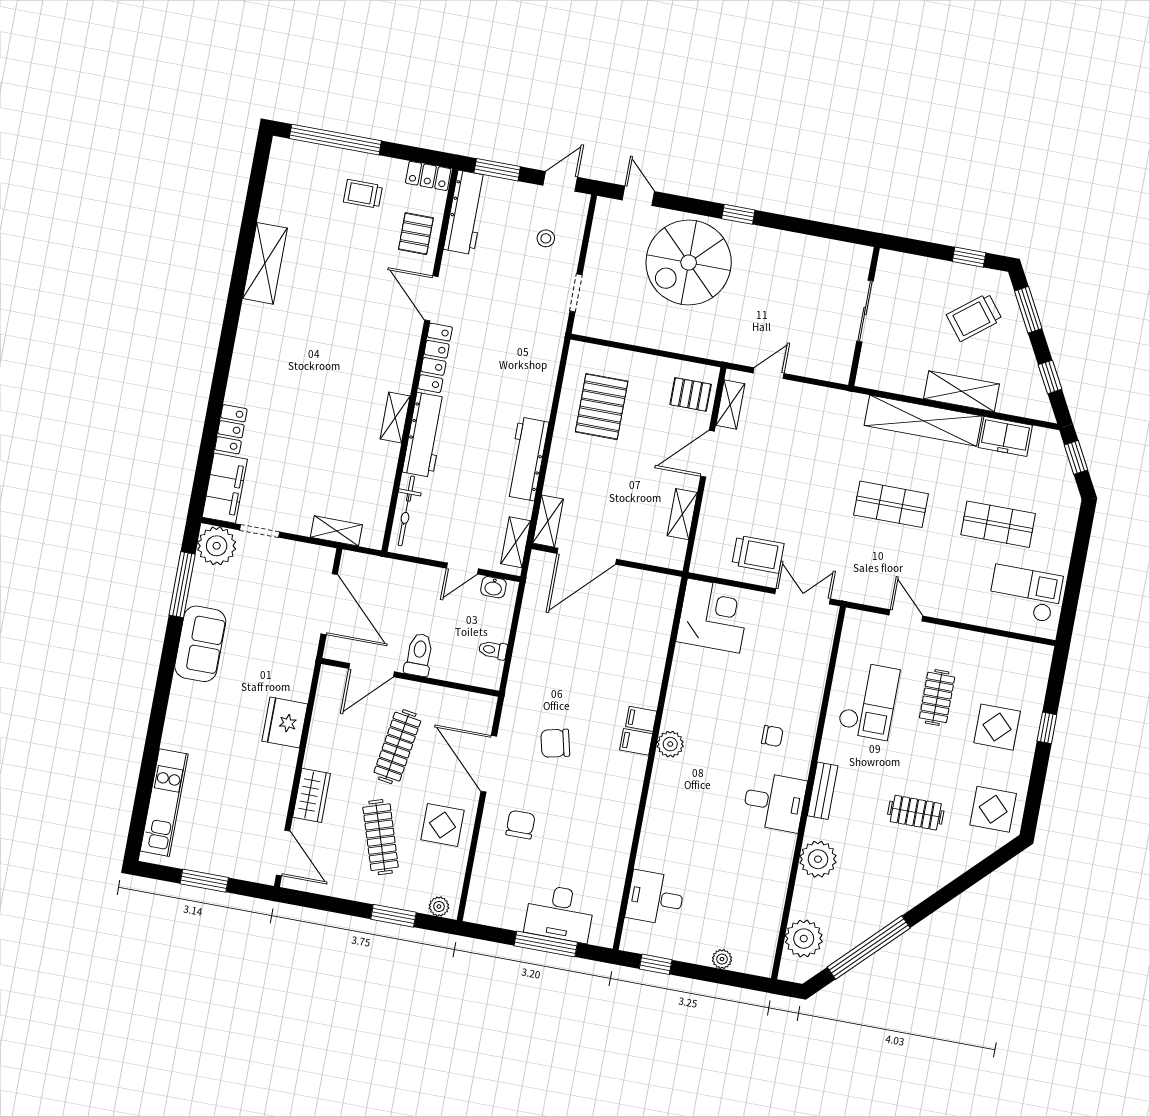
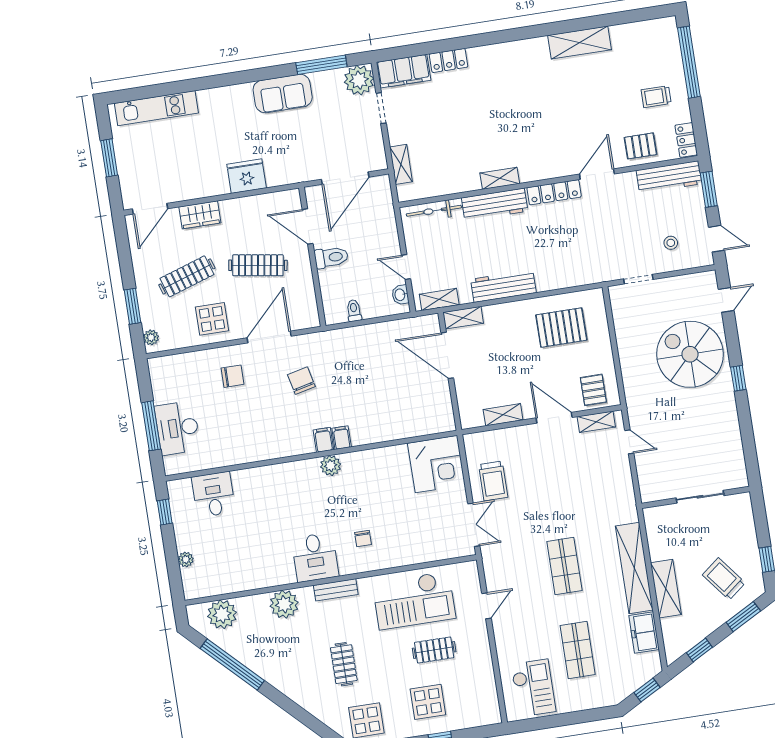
trolley: (363, 194) -> (656, 97), turned -90
checkout: (869, 701) -> (414, 600), width x1.36, depth x1.21

